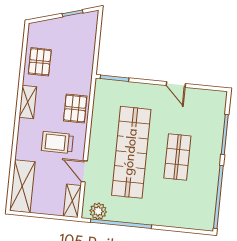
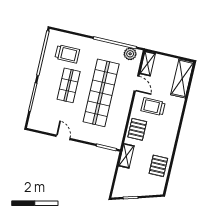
shelving: (28, 102) -> (126, 156), moved
trolley: (57, 142) -> (153, 107), turned 180
trolley: (185, 200) -> (67, 54), added

